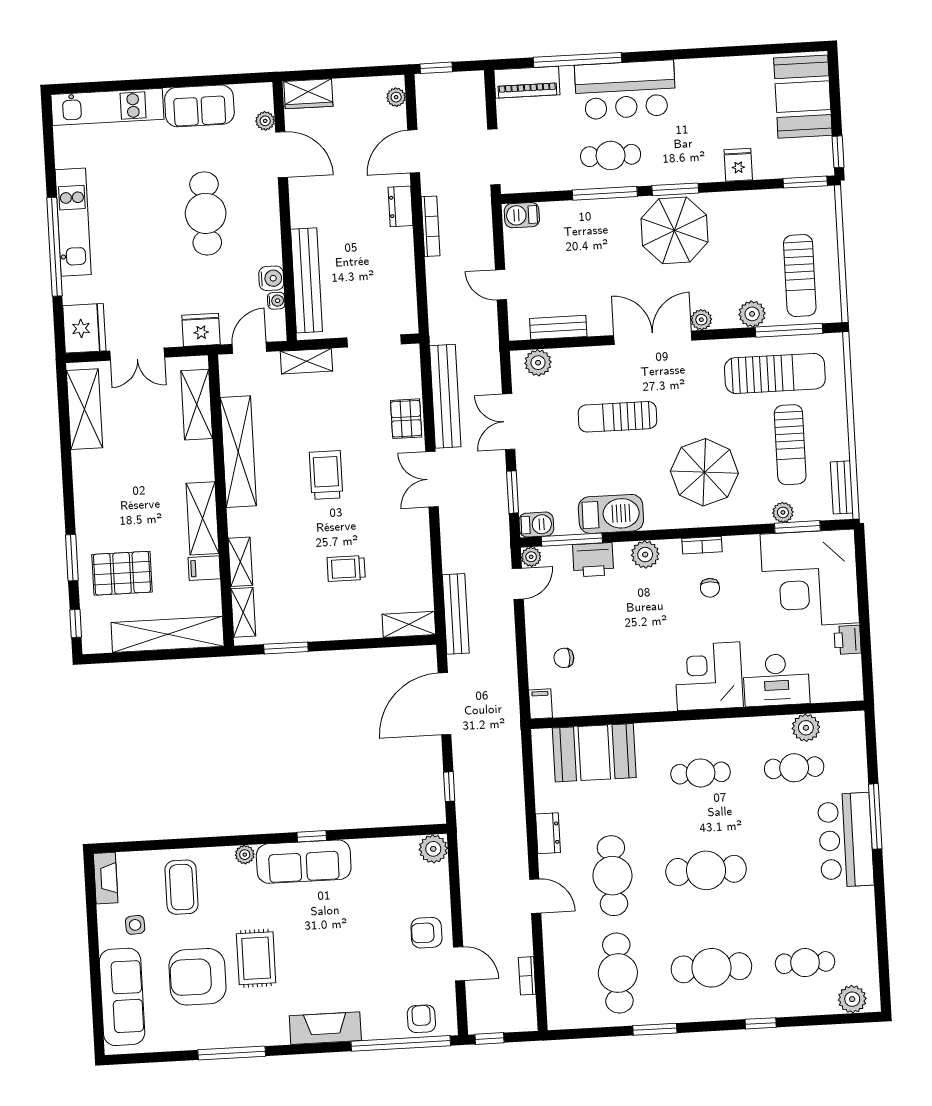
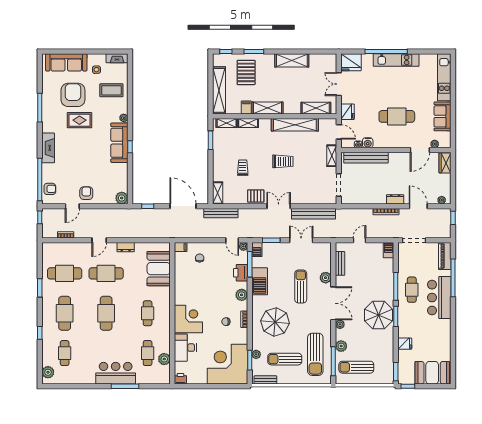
plant: (538, 363) -> (326, 278), moved
shelving: (84, 409) -> (292, 60), moved
pallet: (406, 419) -> (256, 196), moved
printer: (848, 640) -> (180, 379), moved

